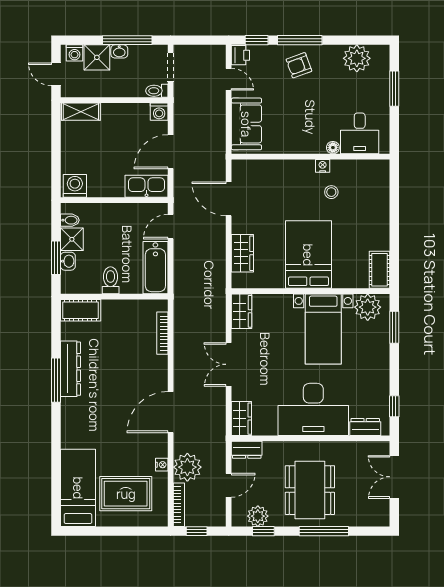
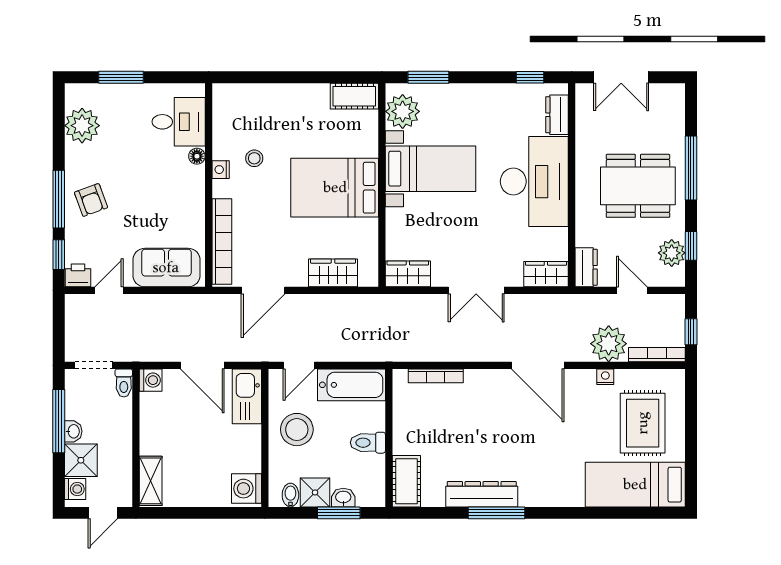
bookcase: (267, 167) -> (222, 242), added
stool: (121, 225) -> (297, 430), added
door: (171, 227) -> (299, 365), hinge flipped

